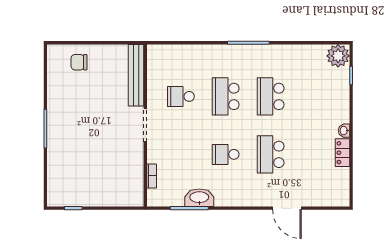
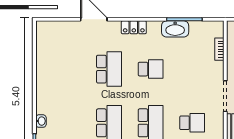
washbasin: (344, 131) -> (41, 121), moved
locker: (342, 153) -> (134, 27), moved, turned 90

